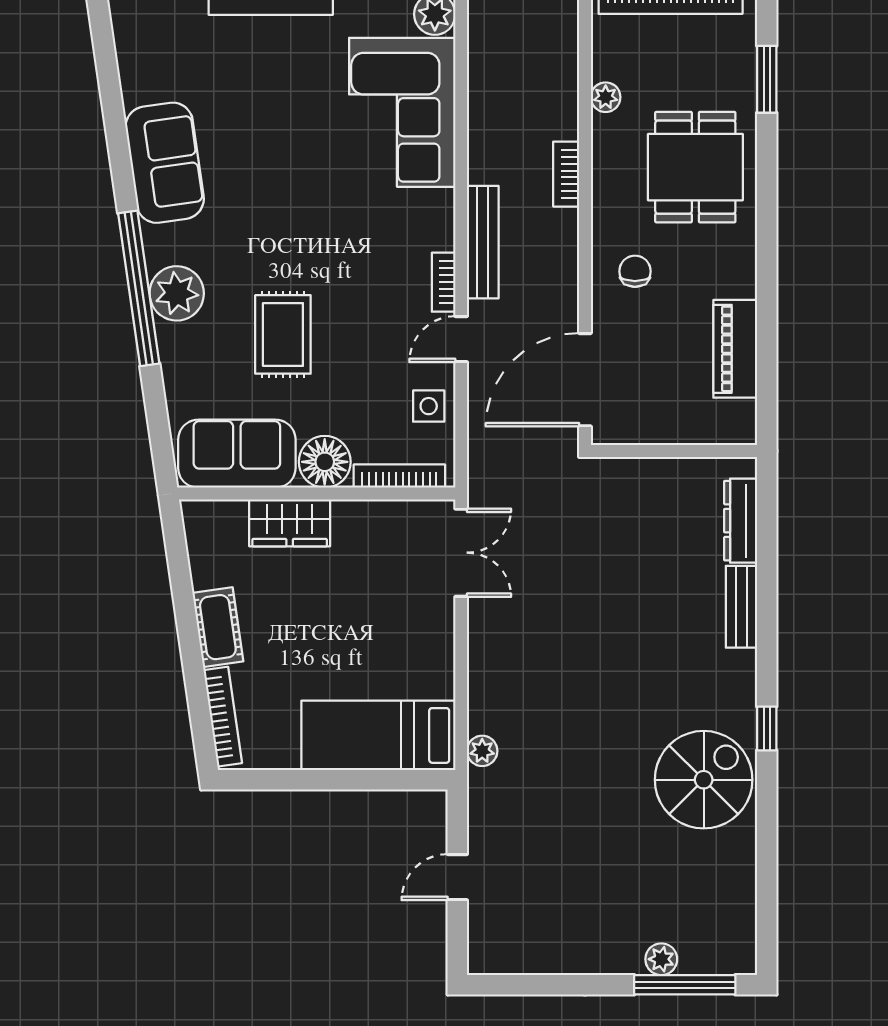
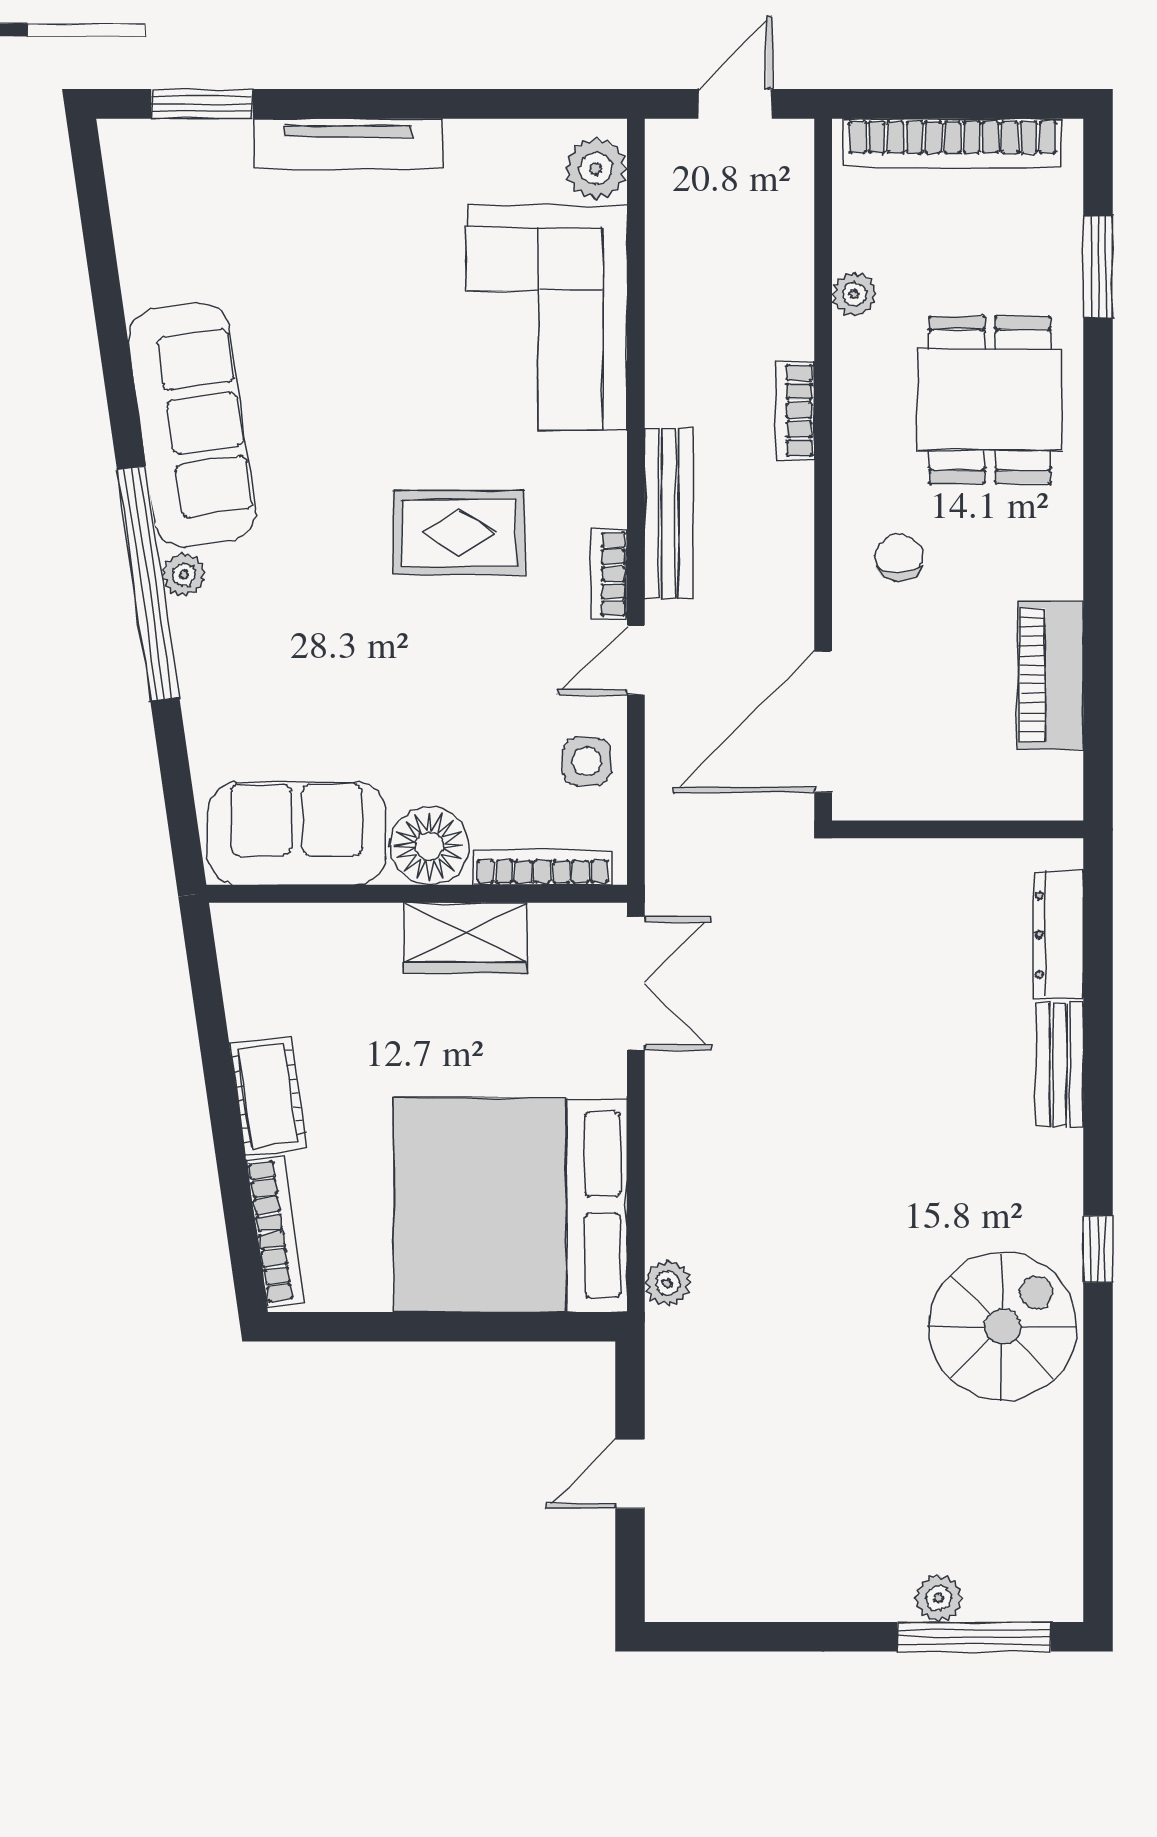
sofa: (165, 163) -> (192, 425), width x1.36
plant: (177, 293) -> (184, 575), width x0.53, depth x0.53
rug: (283, 334) -> (459, 533), moved, turned 90
wardrobe: (290, 523) -> (465, 938), moved
bed: (378, 735) -> (510, 1205), width x2.04

